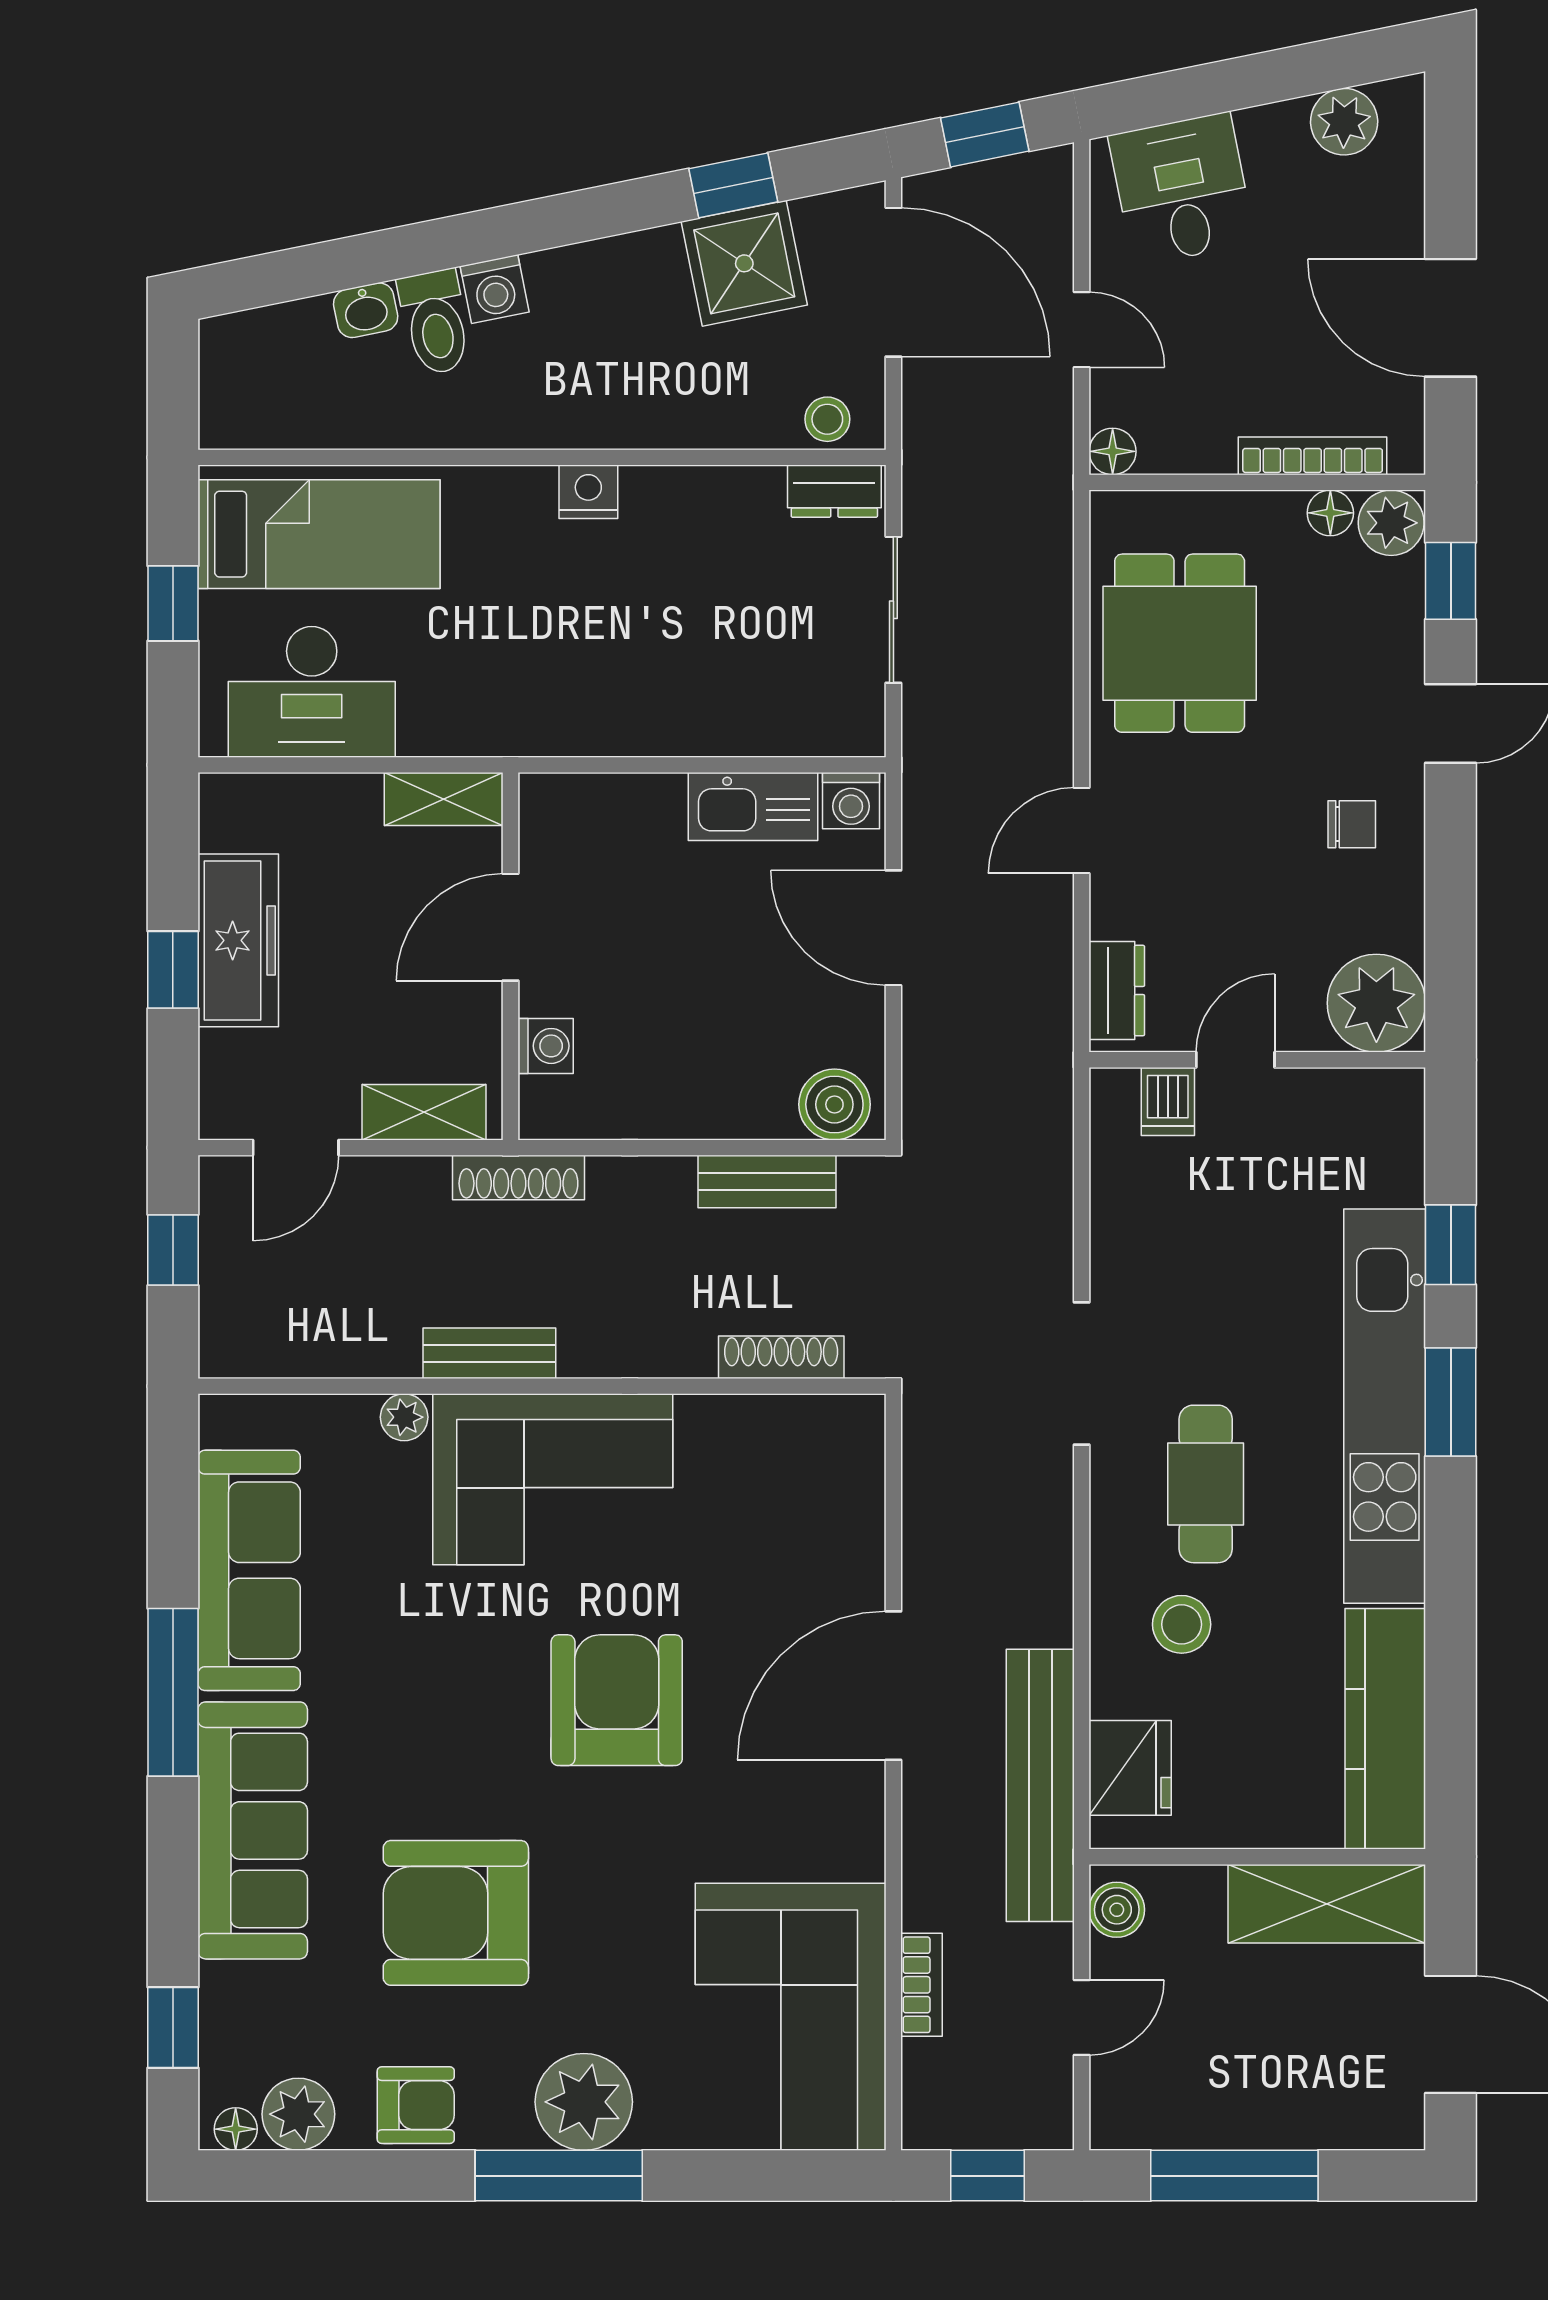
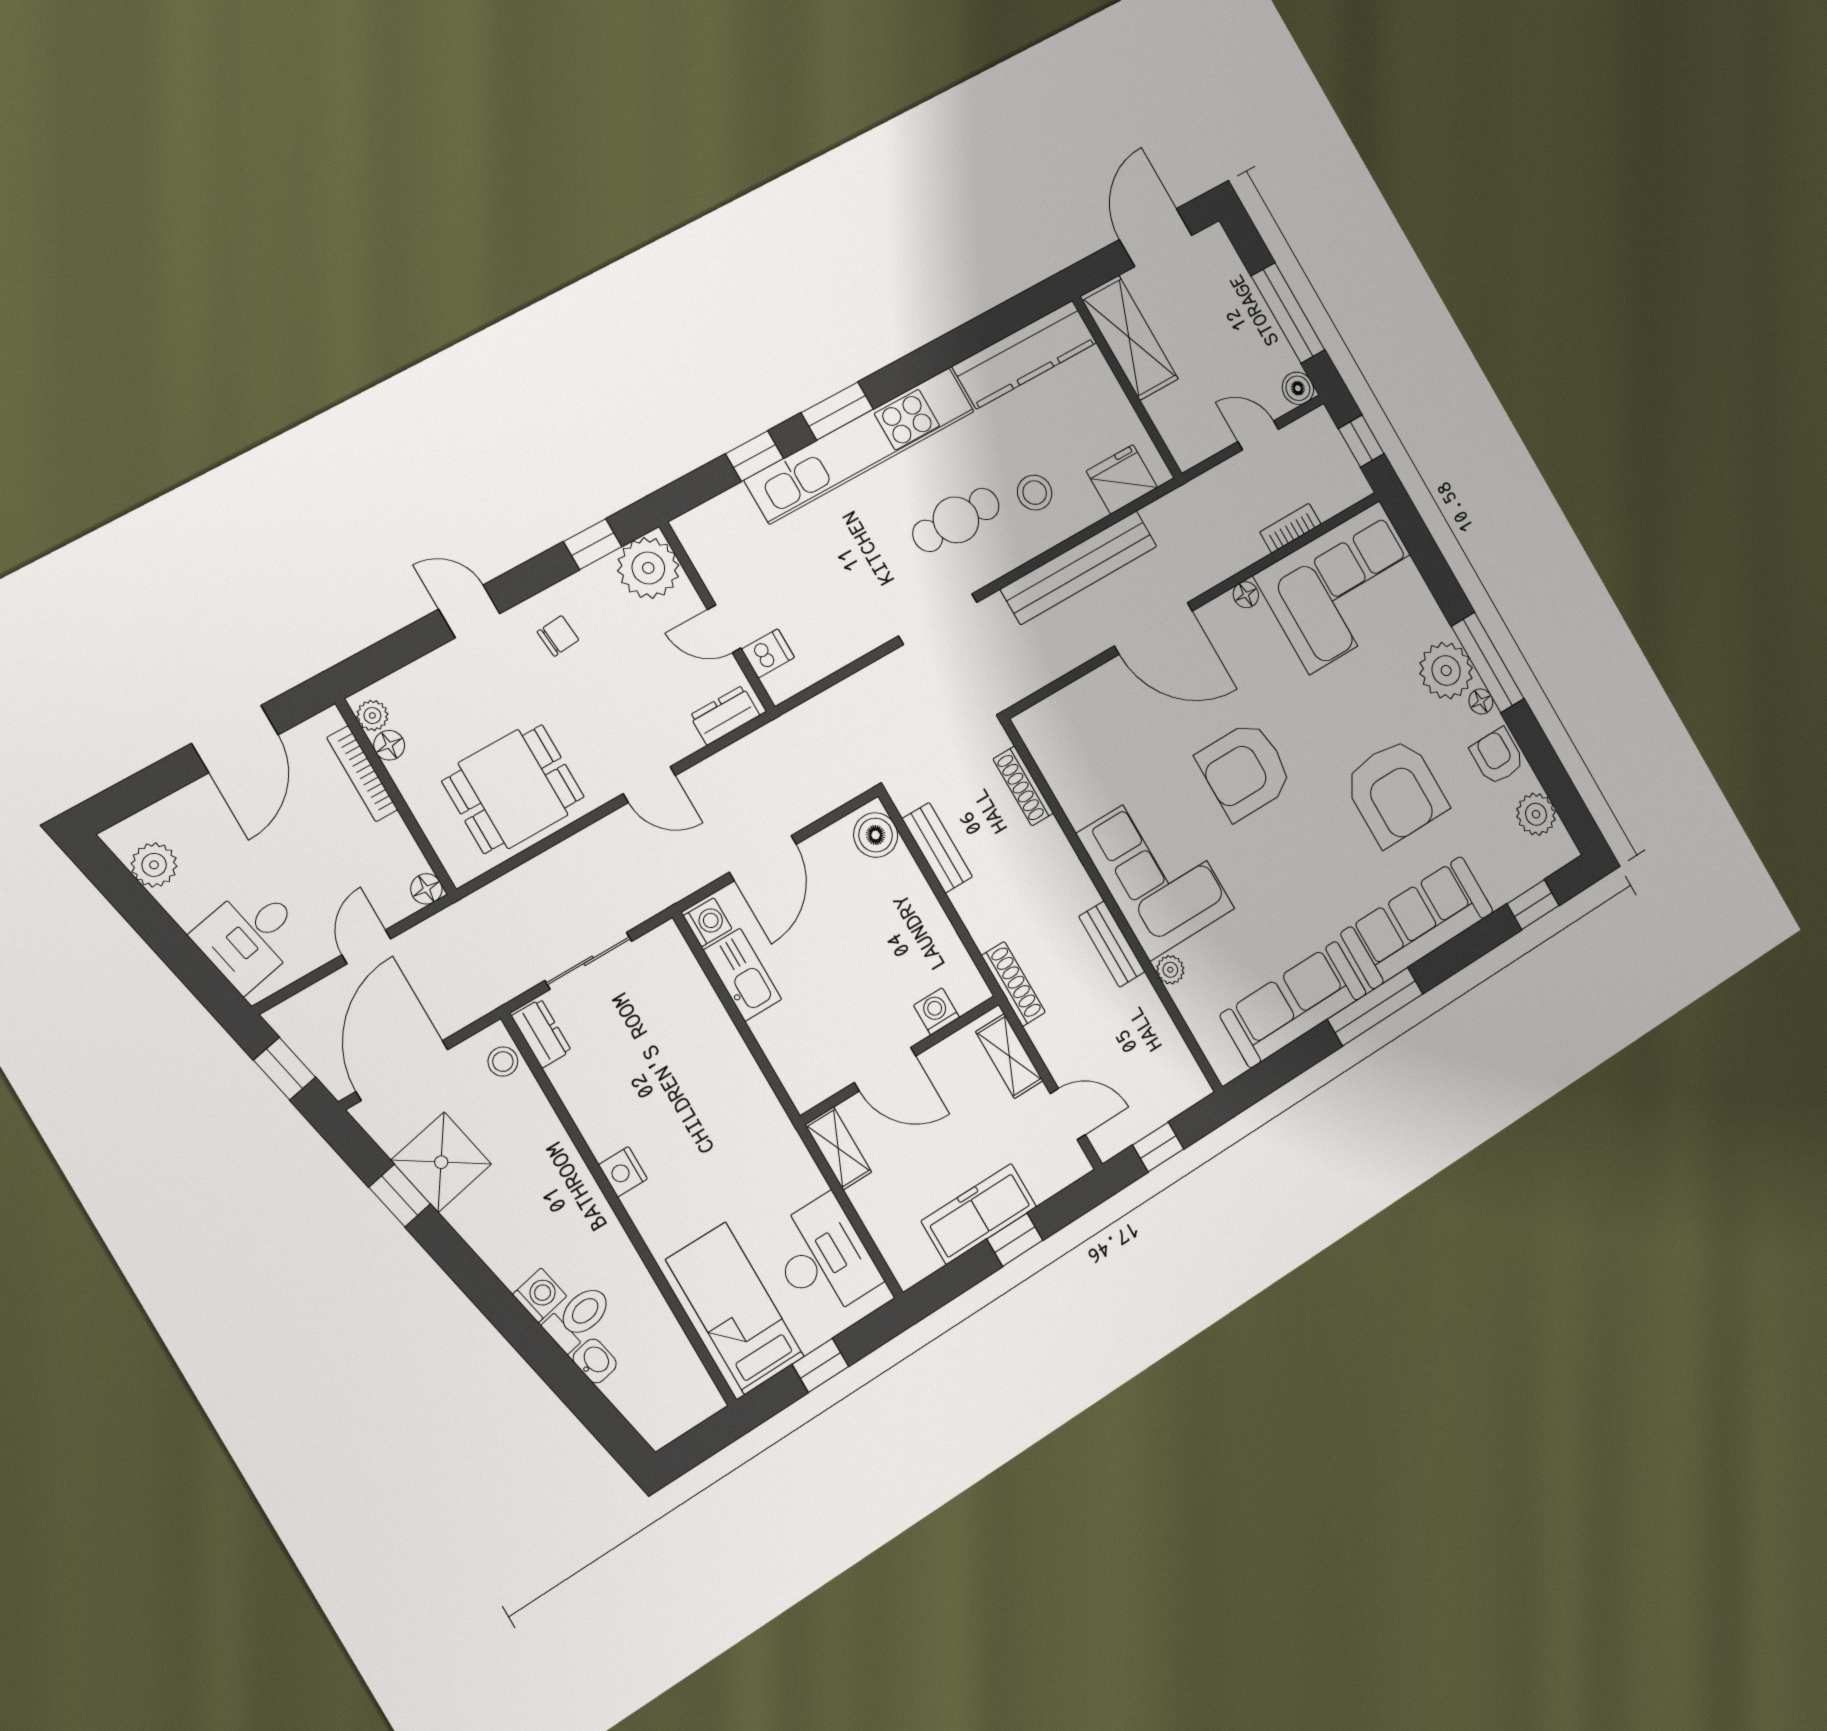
plant: (1391, 523) -> (372, 716), width x0.73, depth x0.73
window: (1451, 581) -> (593, 544), moved
chair: (1352, 824) -> (558, 636), turned 85
bench: (1040, 1785) -> (1079, 568), moved
floor lamp: (864, 1856) -> (1246, 595), added
boiler: (1117, 1910) -> (1298, 388), moved
floor lamp: (236, 2129) -> (1481, 701), moved

